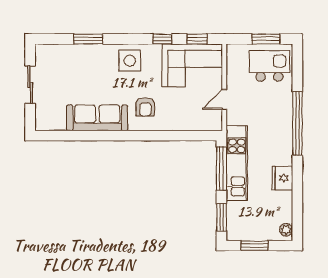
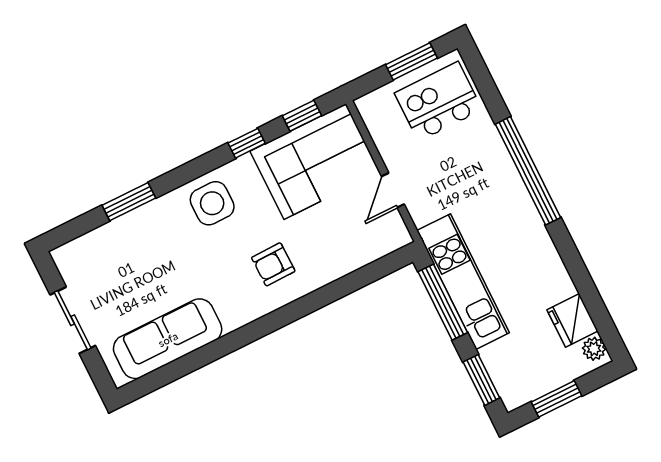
armchair: (145, 107) -> (273, 264), turned 89
sofa: (97, 118) -> (168, 339), moved
fridge: (282, 178) -> (572, 320), moved

